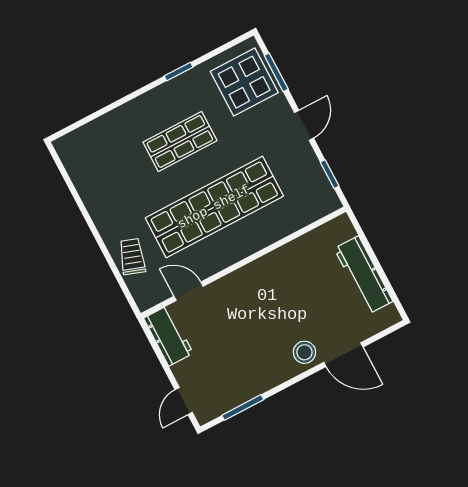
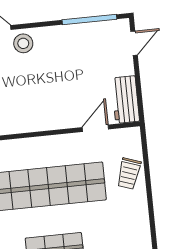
door: (189, 291) -> (95, 128), swing flipped
window: (243, 407) -> (89, 19), width x1.44

